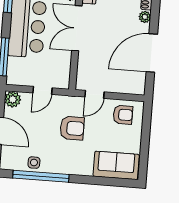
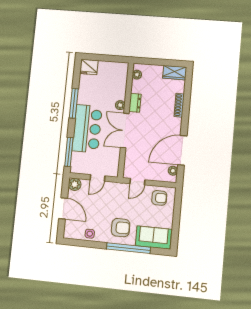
plant: (145, 17) -> (173, 171), moved
armchair: (72, 128) -> (121, 228), moved
window: (41, 176) -> (128, 248), moved

